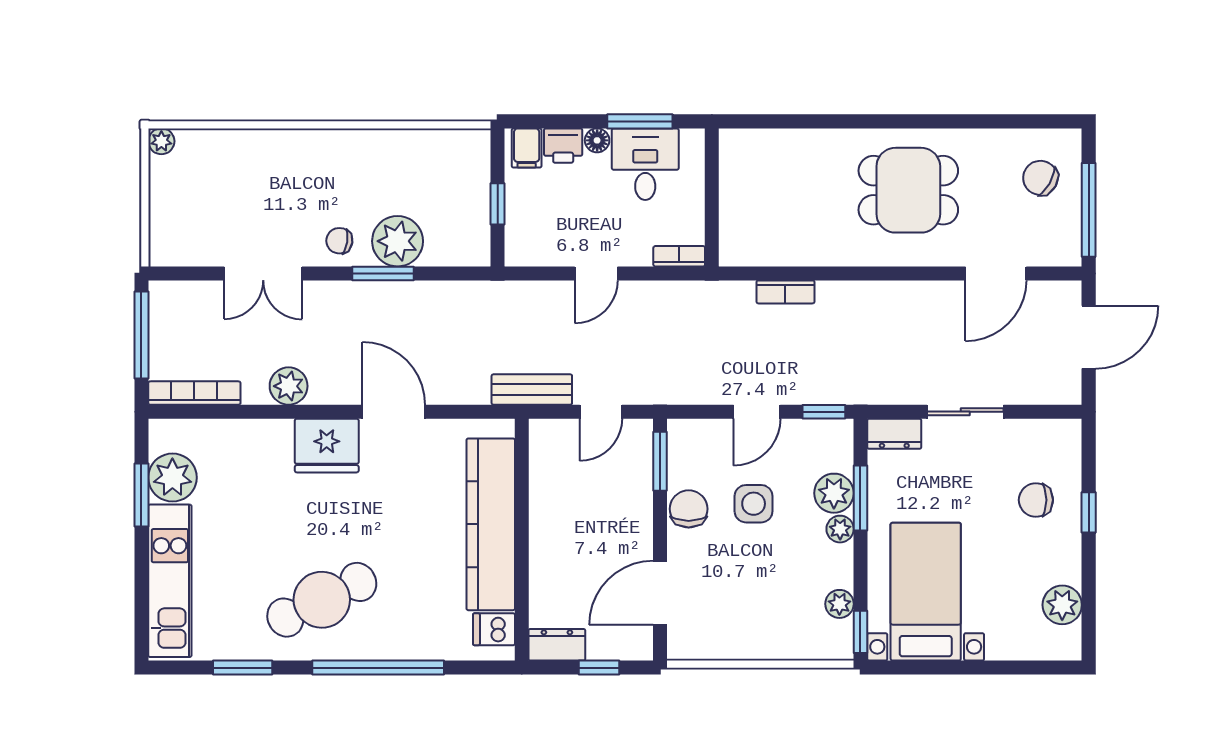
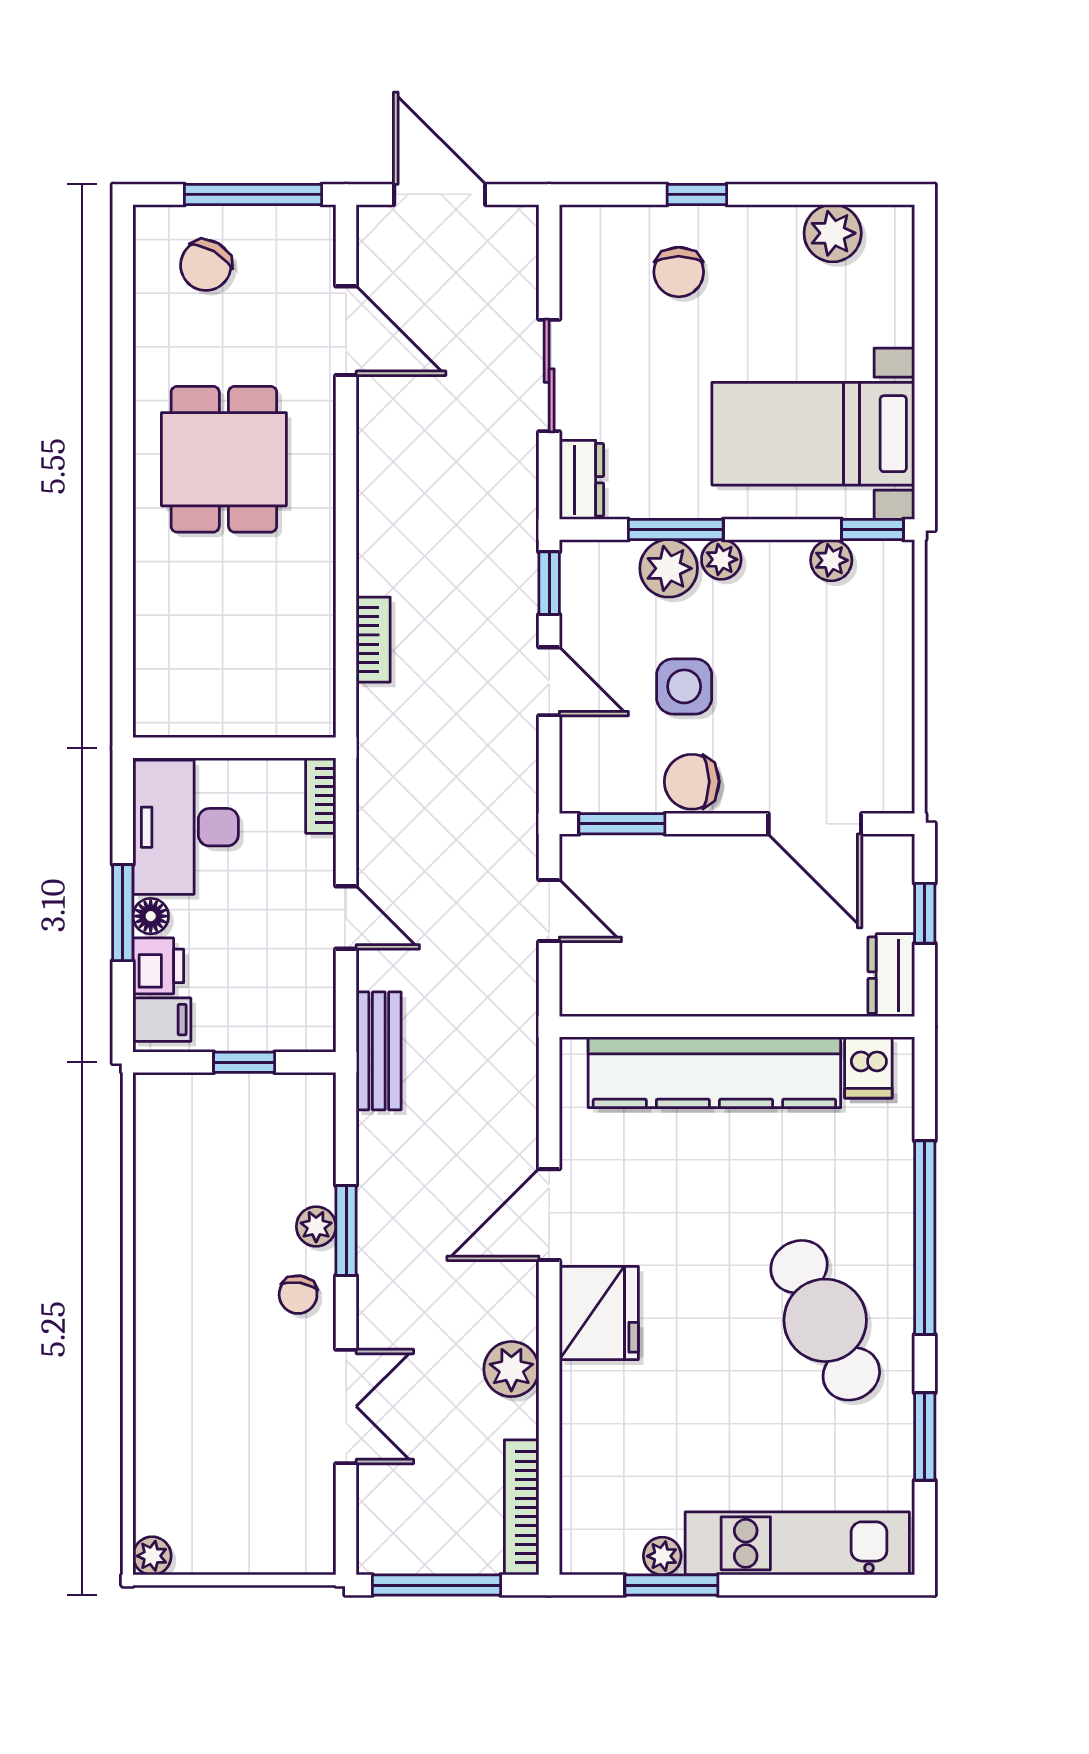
window: (640, 121) -> (123, 913), moved
desk: (645, 164) -> (186, 827), width x1.37
plant: (398, 241) -> (316, 1226), width x0.53, depth x0.53
bench: (532, 389) -> (379, 1051), moved
plant: (172, 478) -> (662, 1556), width x0.53, depth x0.53

